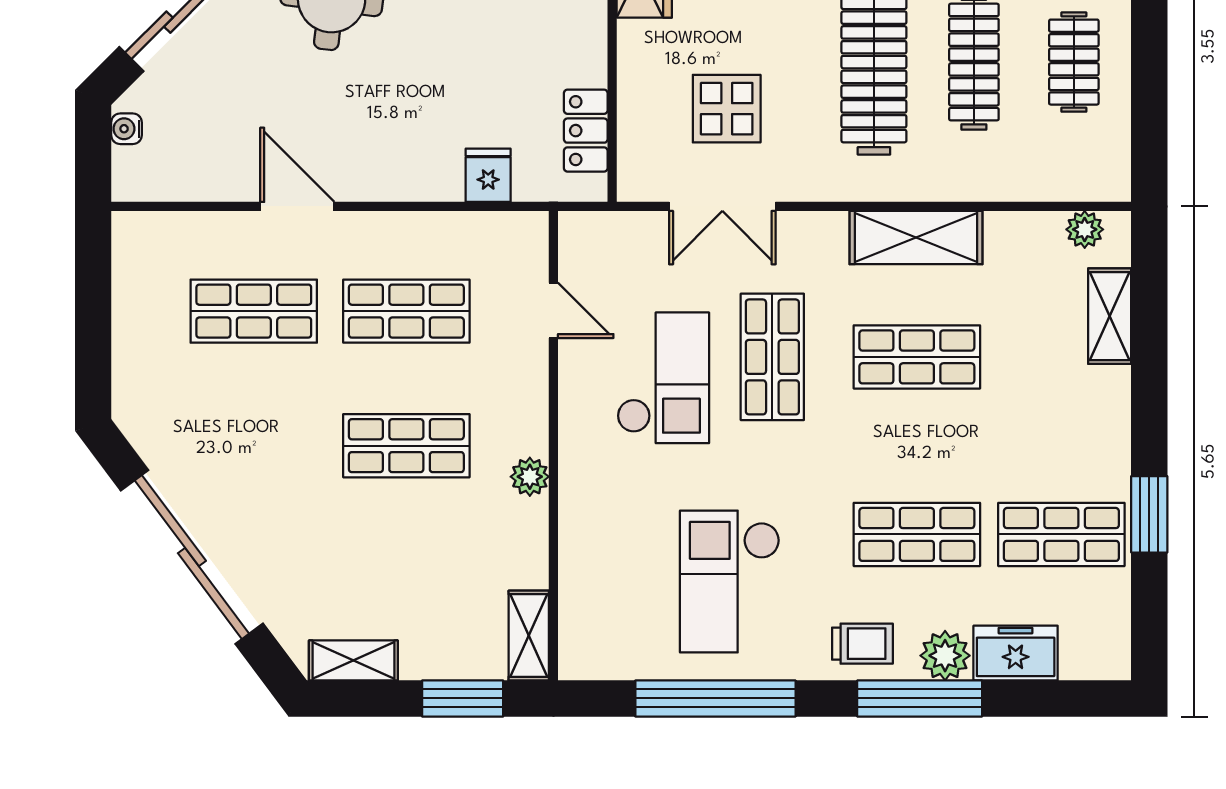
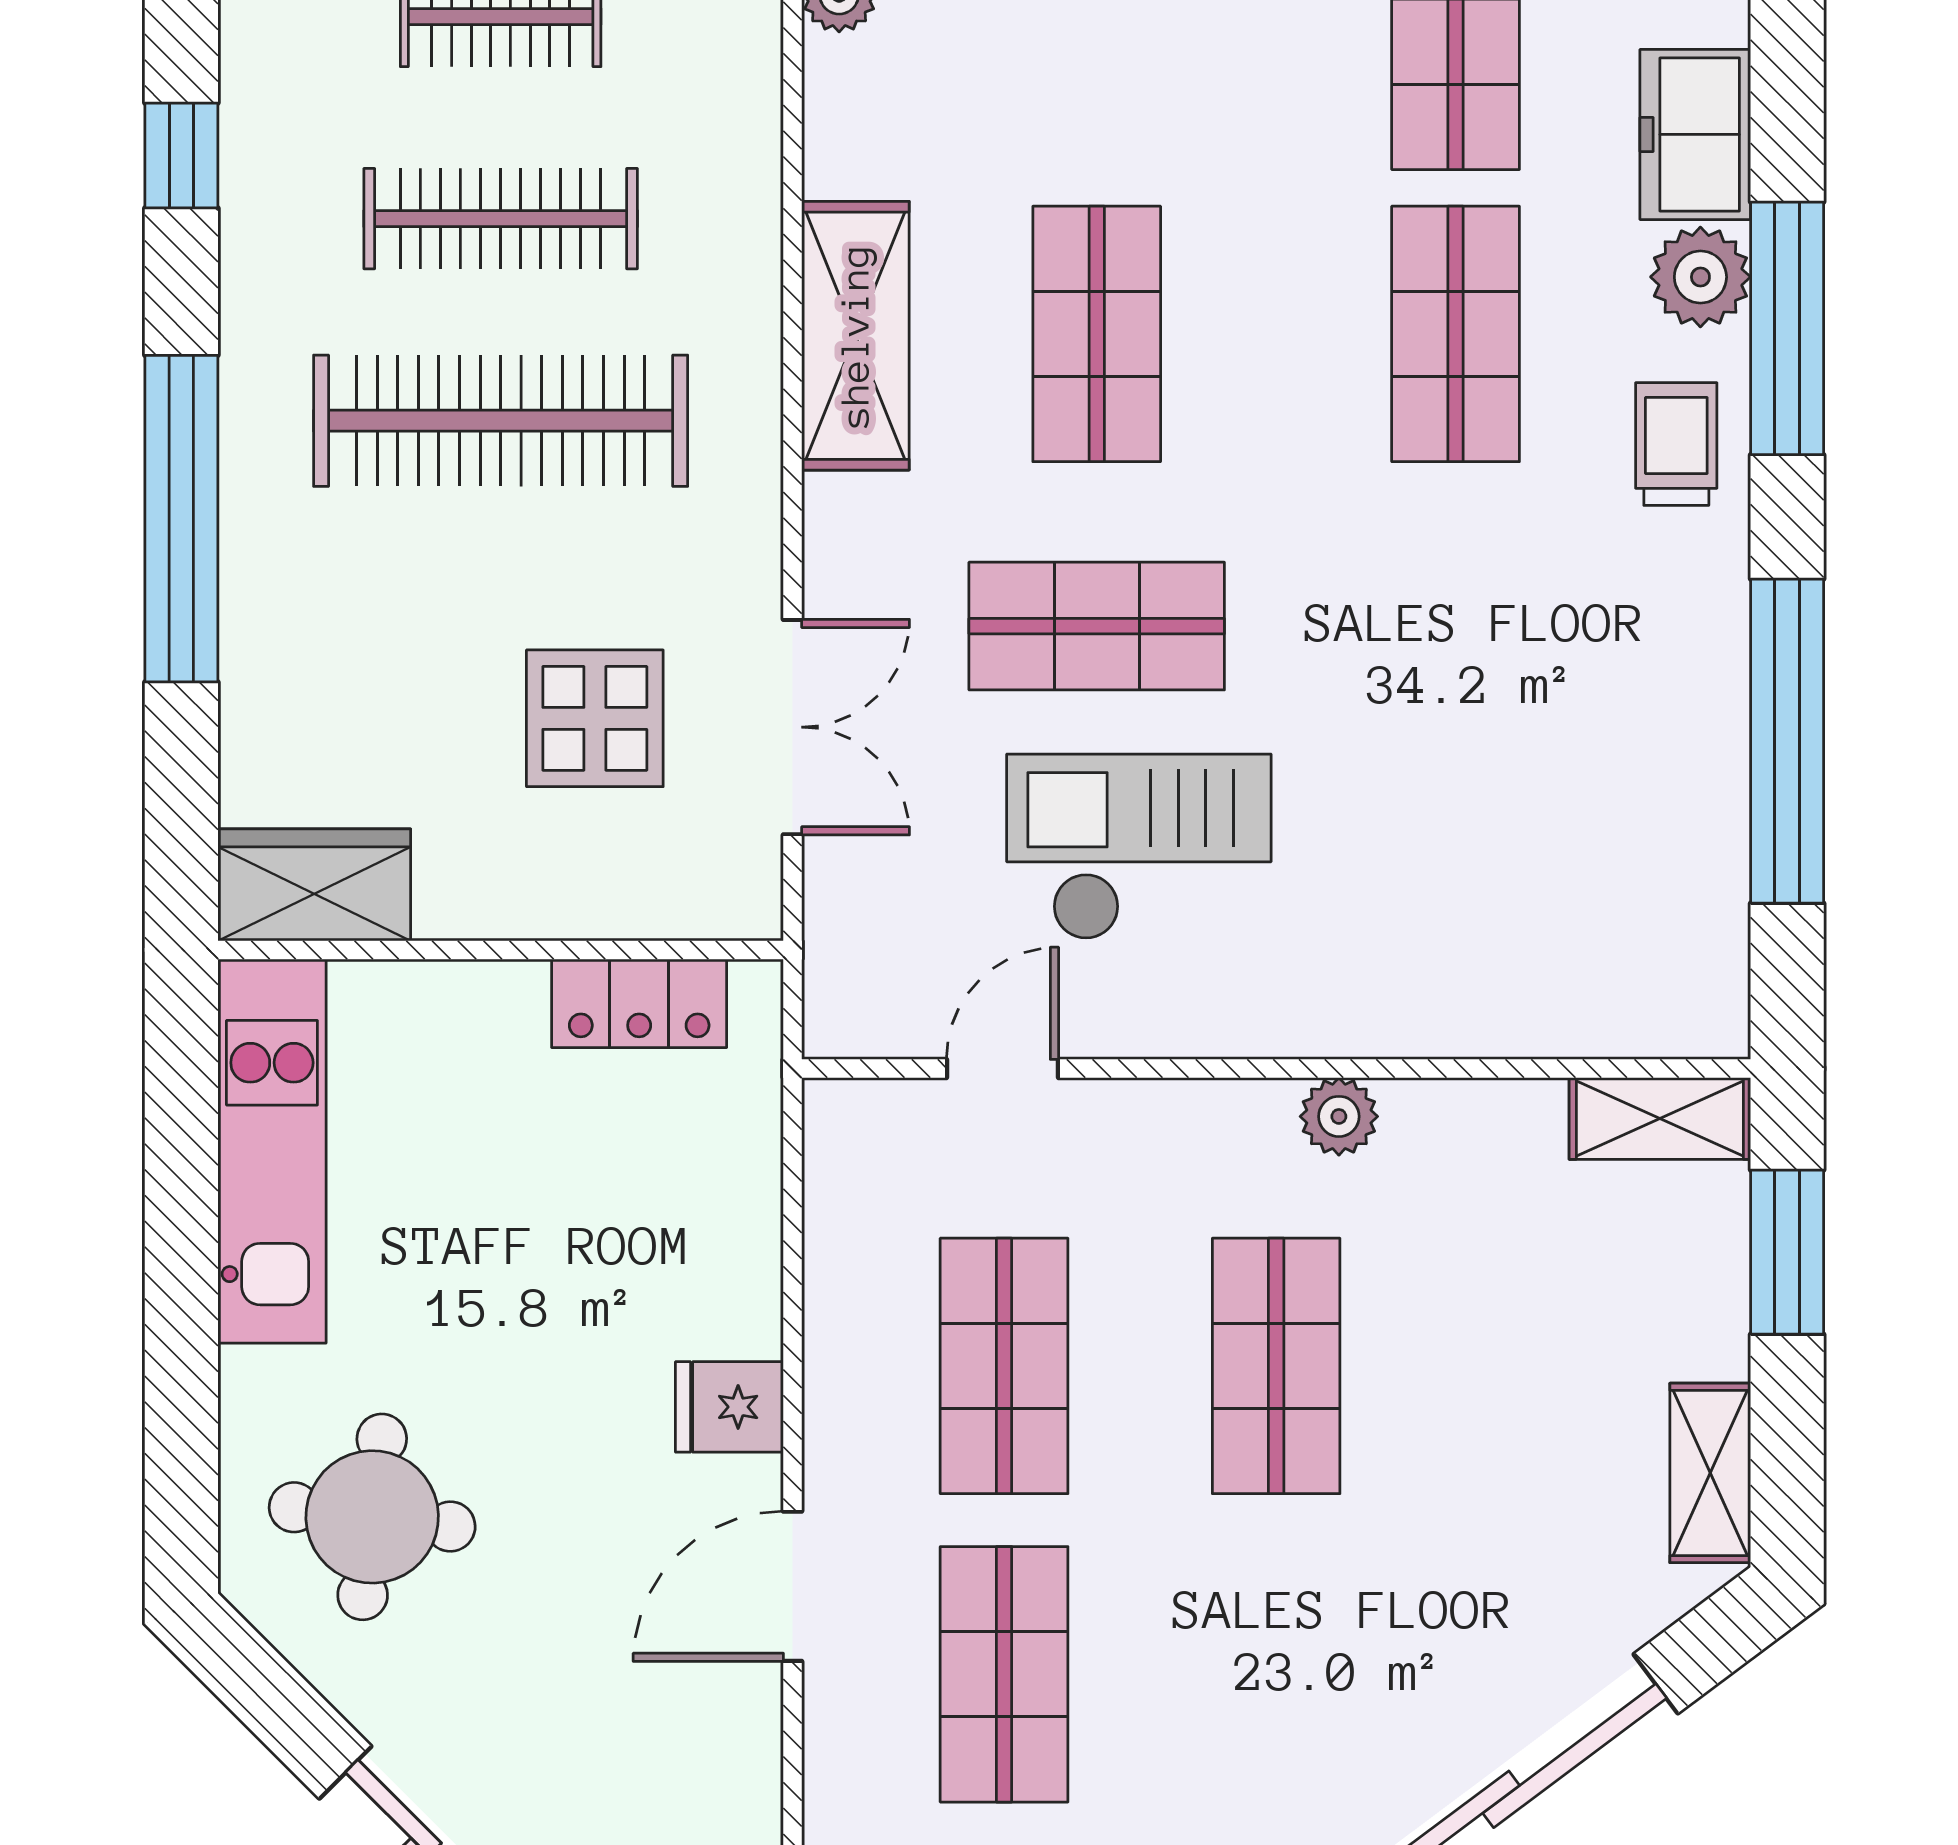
fridge: (488, 175) -> (729, 1407), moved
checkout: (730, 582) -> (1551, 712), removed

